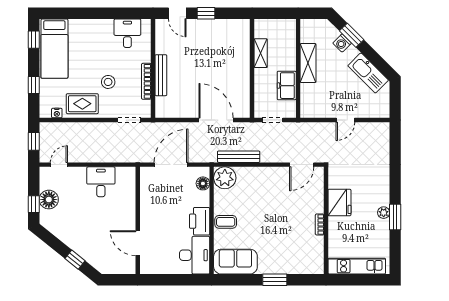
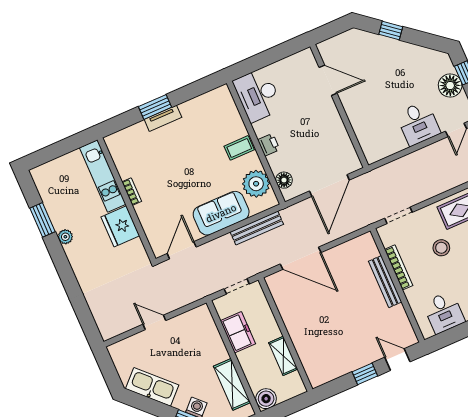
boiler: (287, 27) -> (266, 399), added
shelving: (308, 63) -> (232, 384), moved
door: (345, 120) -> (154, 322), hinge flipped
plant: (225, 178) -> (256, 184), moved
desk: (101, 182) -> (418, 123), moved
window: (395, 217) -> (42, 220), moved
printer: (200, 221) -> (269, 145), width x0.53, depth x0.68
sofa: (235, 262) -> (221, 213), moved, turned 180
kitchen unit: (357, 266) -> (103, 176), moved, turned 90
tv unit: (273, 269) -> (163, 118), added

